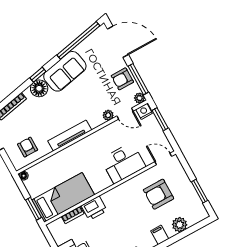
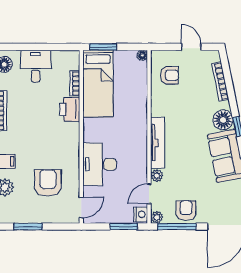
tv unit: (70, 136) -> (158, 143), moved

